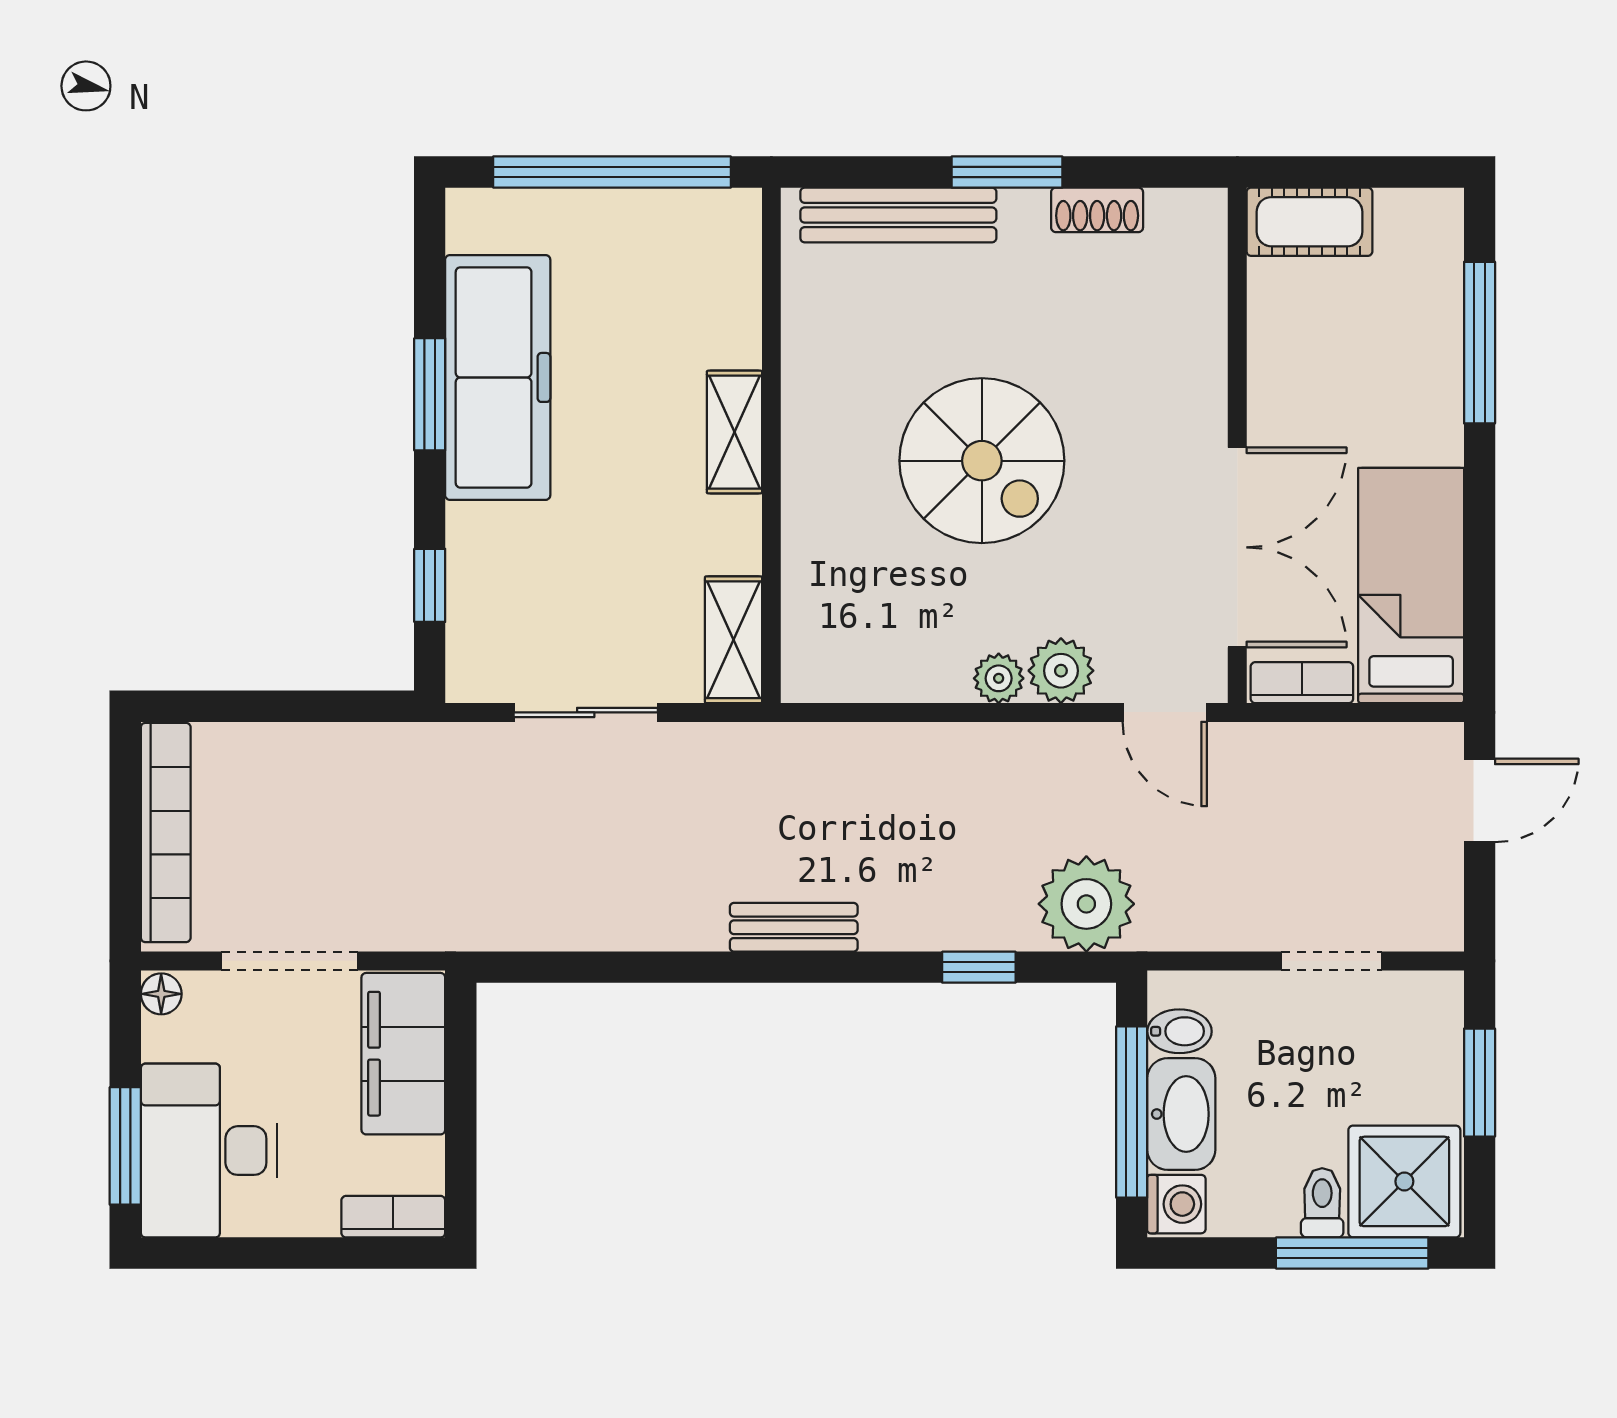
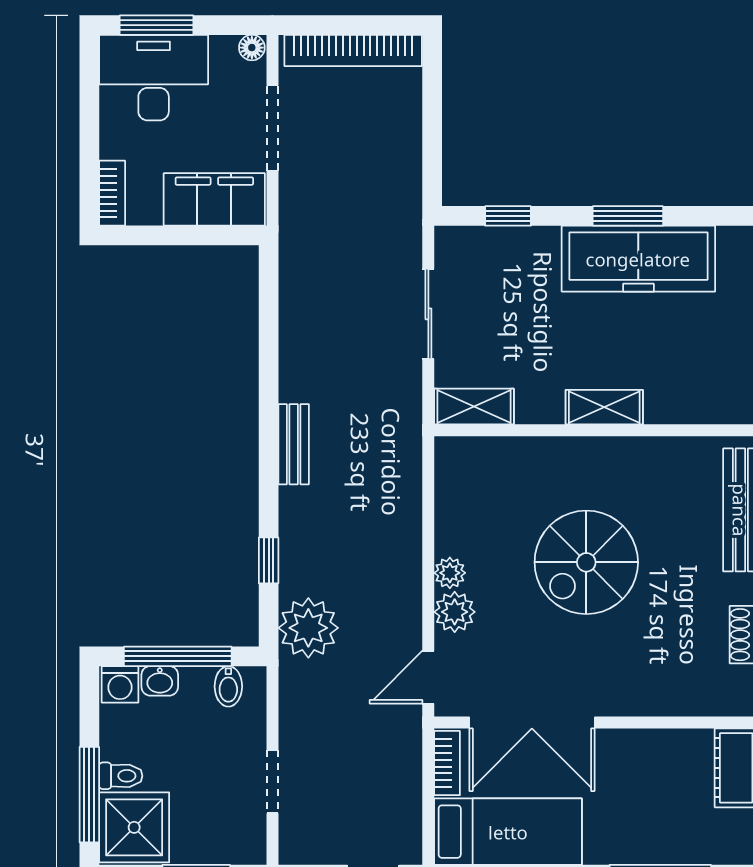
washbasin: (1181, 1114) -> (160, 681), width x0.52, depth x0.69

